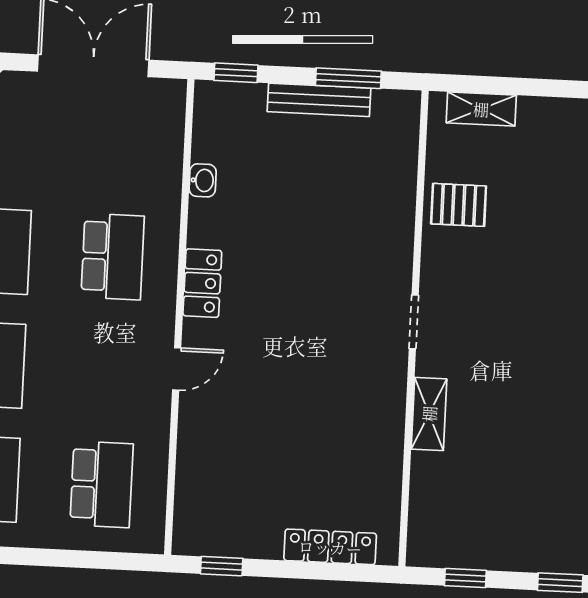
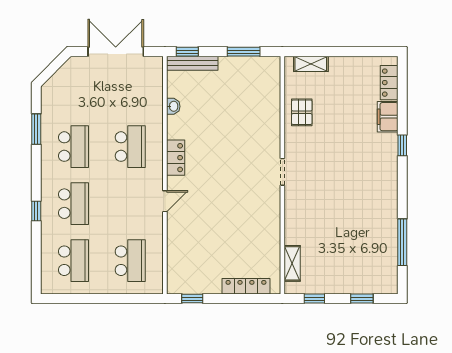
bench: (319, 100) -> (192, 63), moved
pallet: (459, 205) -> (302, 112), turned 90
shelving: (429, 414) -> (292, 263), moved

